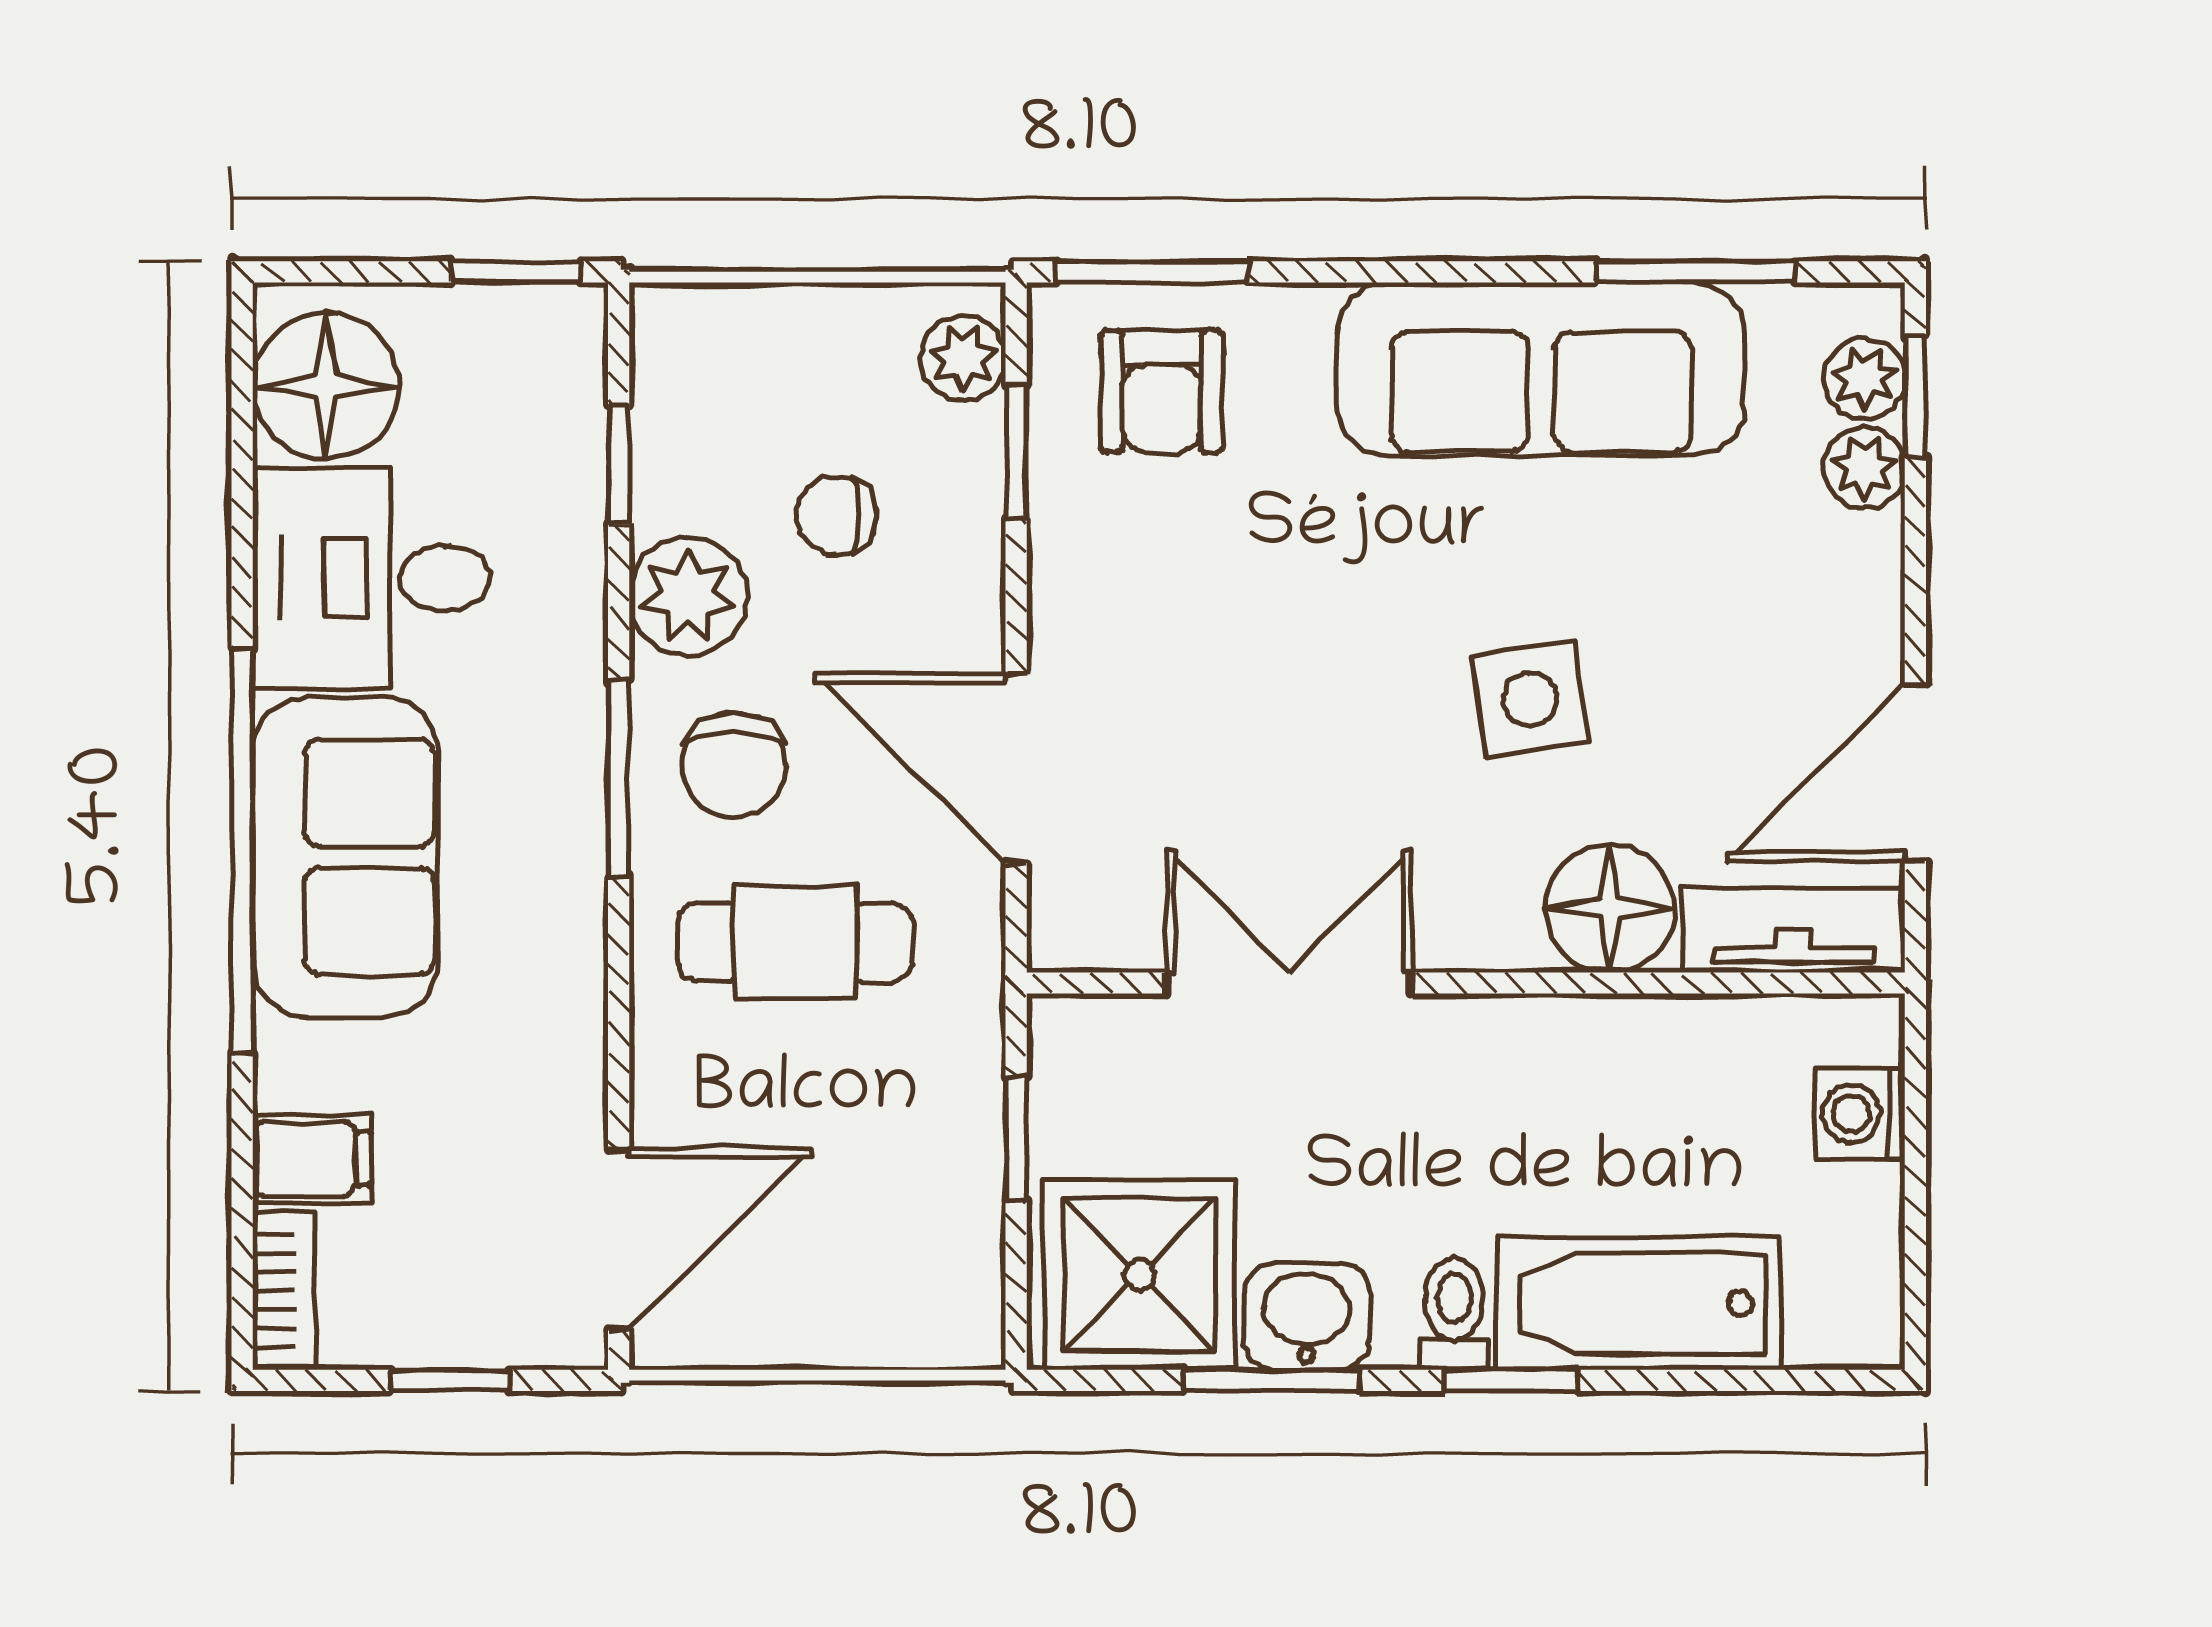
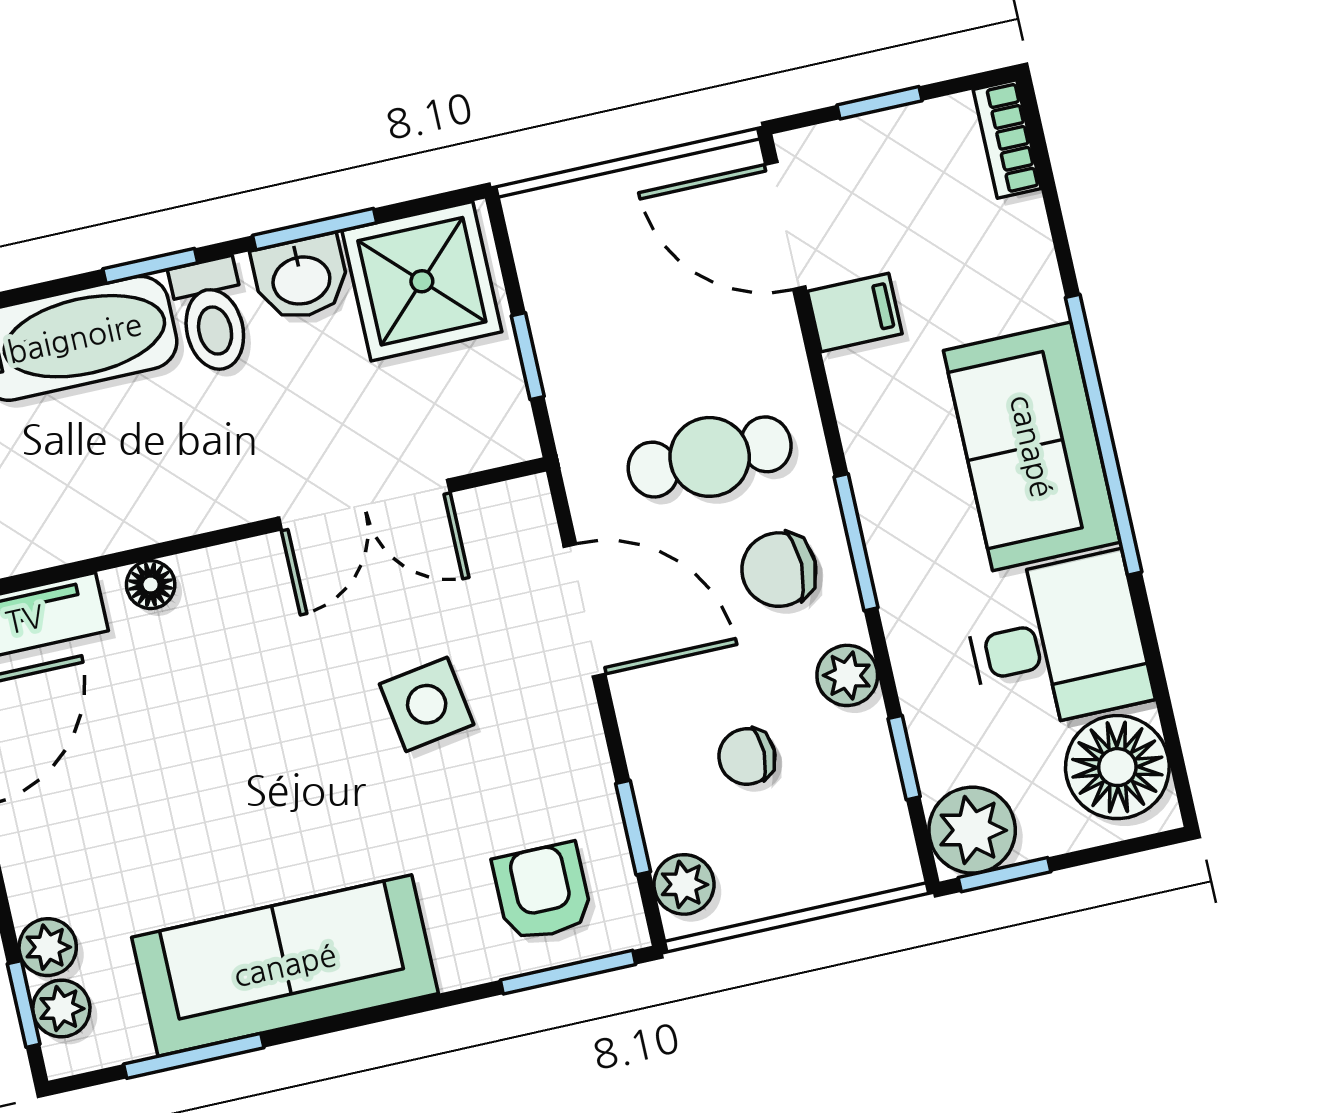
plant: (547, 344) -> (972, 830), added
chair: (836, 515) -> (747, 756), turned 180
plant: (688, 597) -> (847, 675), width x0.73, depth x0.73
side table: (1530, 699) -> (427, 704), moved
chair: (734, 765) -> (779, 570), turned -90
floor lamp: (1610, 908) -> (151, 585), width x0.53, depth x0.53
filing cabinet: (312, 1159) -> (855, 313), moved, turned 180
door: (619, 1239) -> (785, 226), hinge flipped
toilet: (1454, 1314) -> (212, 316), width x1.37, depth x1.39

